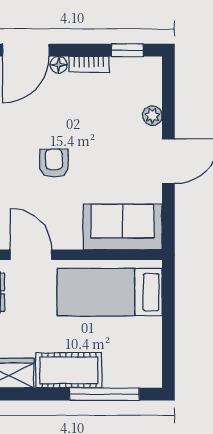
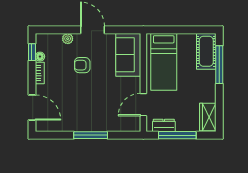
floor lamp: (59, 65) -> (40, 57), moved
armchair: (54, 163) -> (82, 65), moved
cot: (69, 370) -> (206, 51), moved

